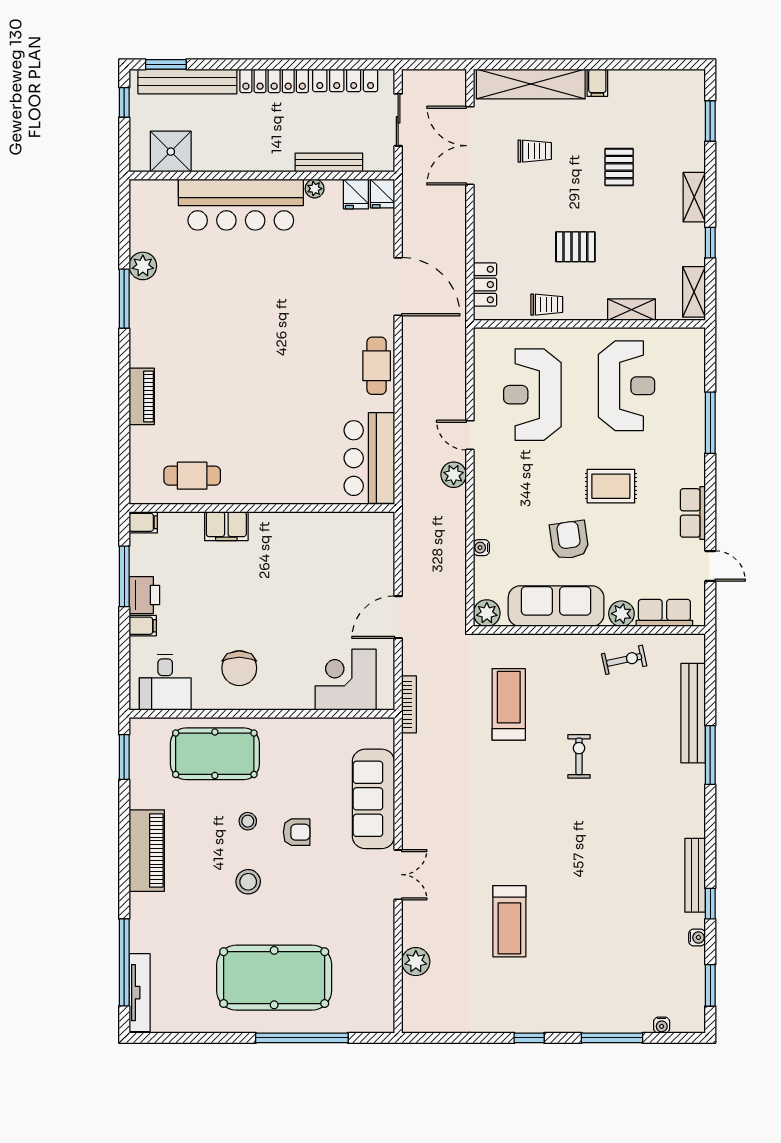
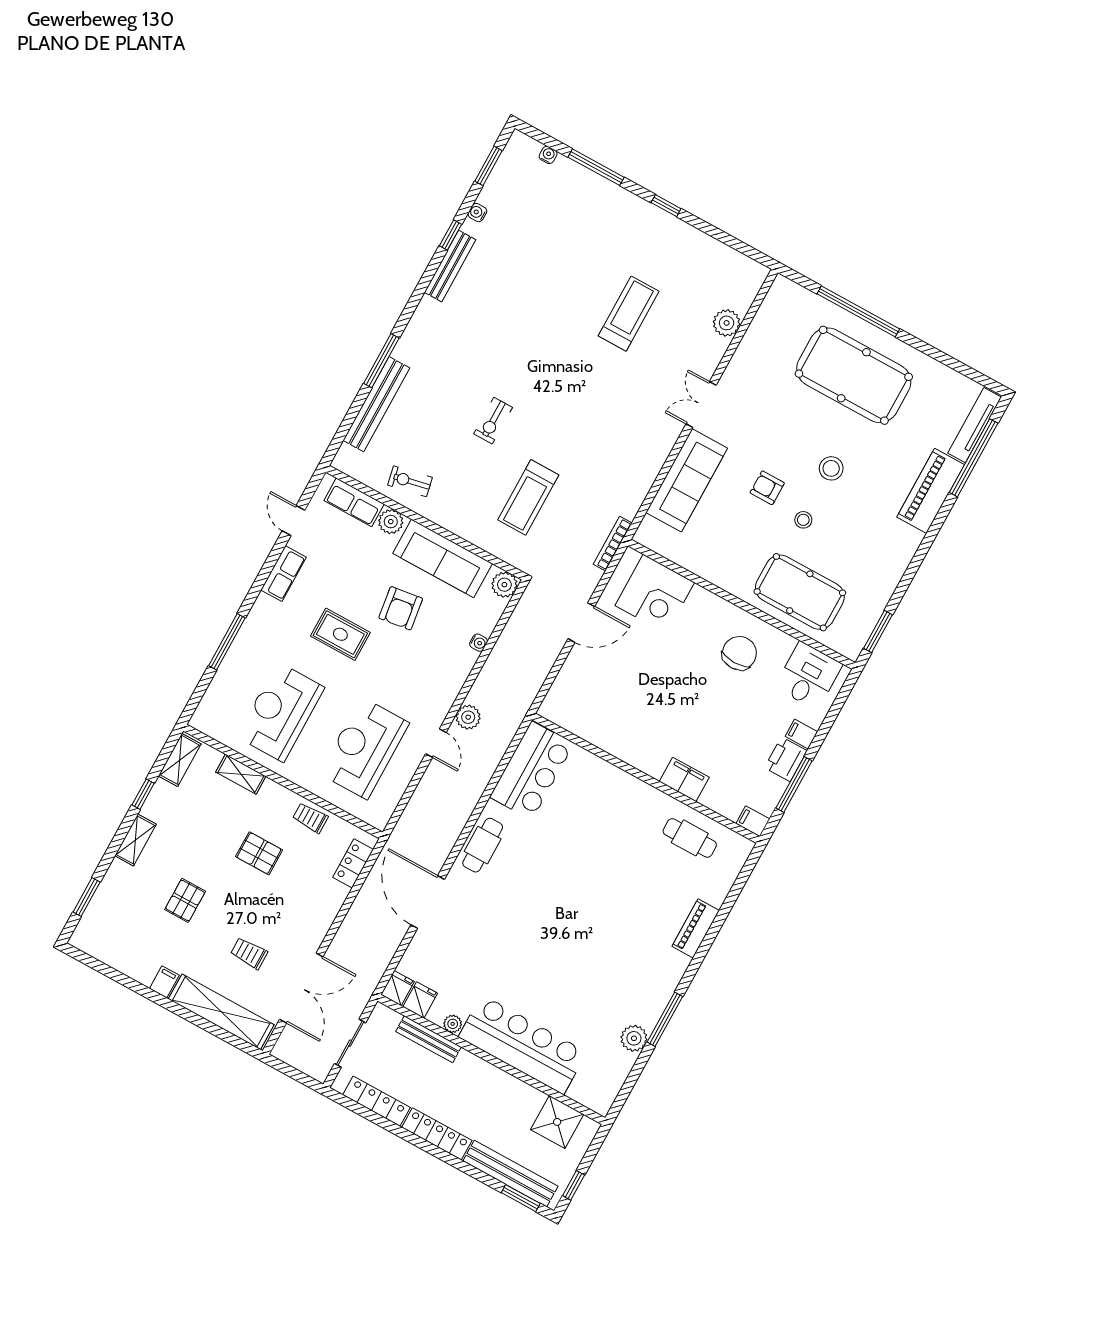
reception desk: (532, 395) -> (364, 748), turned 180
piano: (147, 851) -> (931, 491), moved

